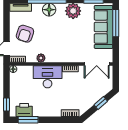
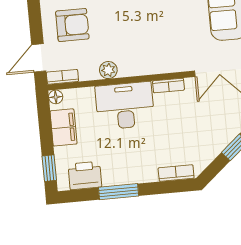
armchair: (25, 34) -> (72, 25), turned -108
filing cabinet: (16, 85) -> (64, 127), added
window: (28, 120) -> (119, 192), moved

